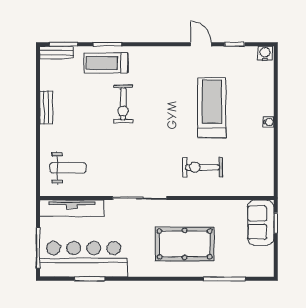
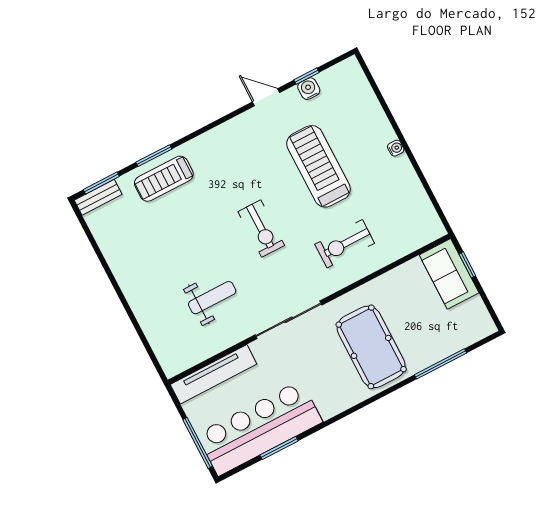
water cooler: (265, 53) -> (309, 89), moved
exercise bike: (123, 104) -> (261, 229), moved
bench: (46, 107) -> (120, 270), removed
weight bench: (68, 168) -> (212, 298), moved
pool table: (185, 244) -> (371, 347), turned 90

